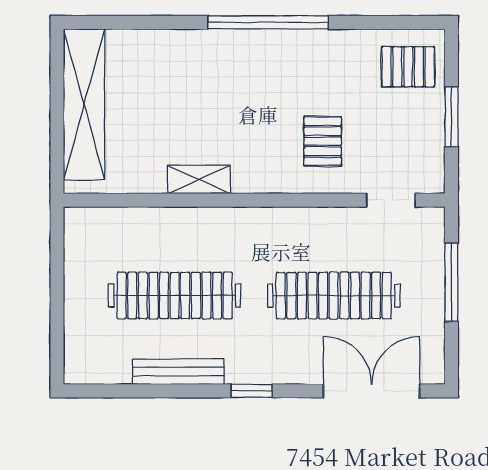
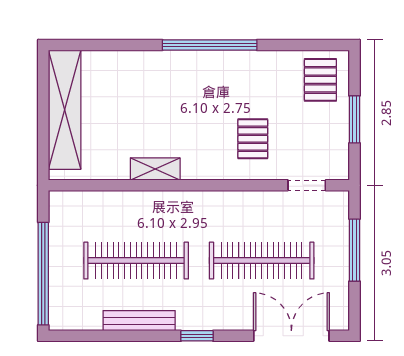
pallet: (408, 67) -> (320, 80), turned 90
window: (57, 312) -> (43, 274), added

